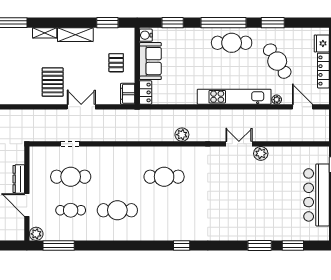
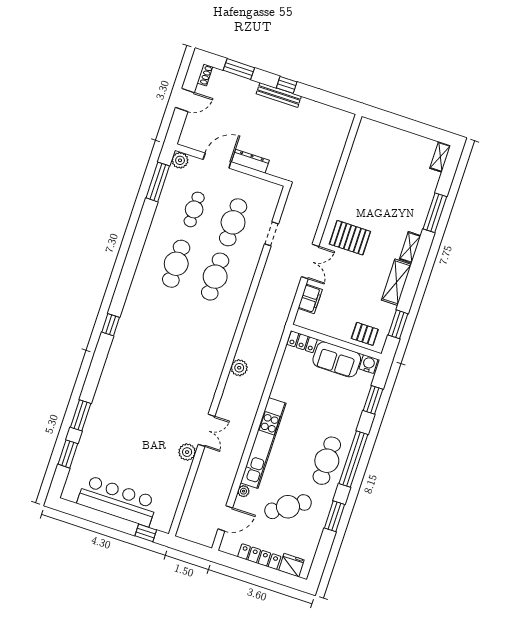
pallet: (116, 63) -> (365, 334), moved
filing cabinet: (128, 94) -> (310, 299), moved, turned 90
cafe table: (164, 177) -> (215, 277), moved

